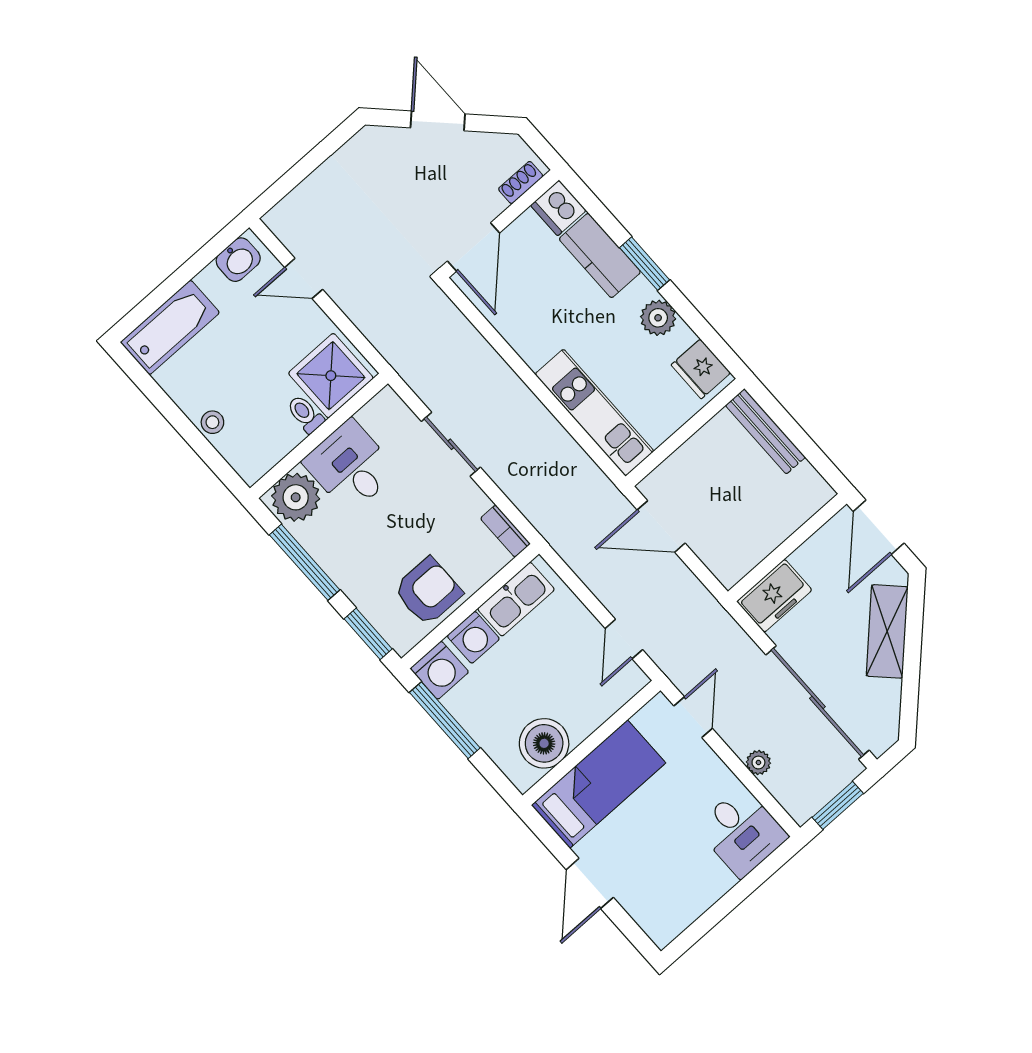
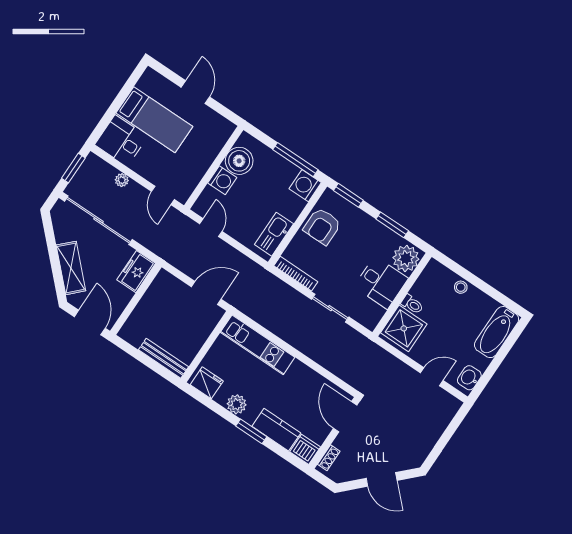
bookcase: (505, 531) -> (296, 274), width x1.56
window: (305, 562) -> (392, 225), width x0.69
washing machine: (473, 637) -> (222, 180), moved, turned 180
bed: (598, 784) -> (154, 120), moved, turned -90

